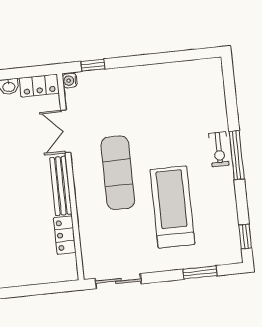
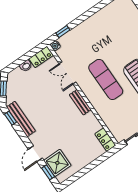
bench: (61, 186) -> (80, 102), width x0.73
locker: (65, 235) -> (105, 140), moved

